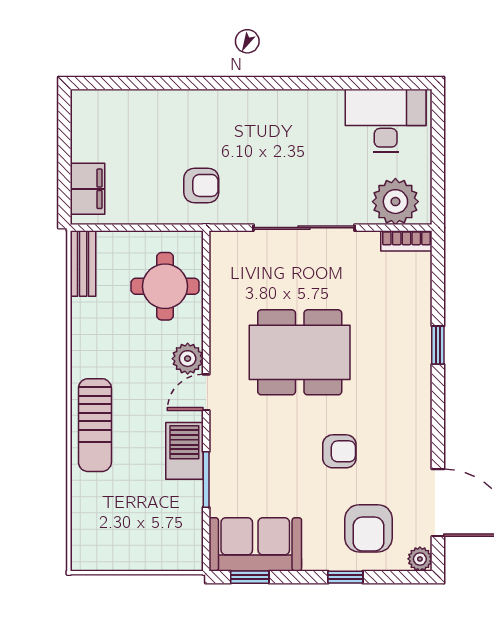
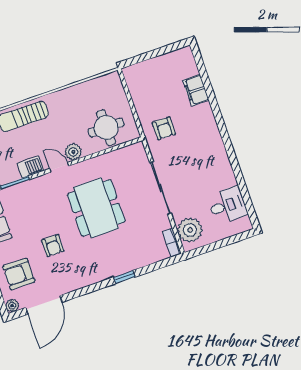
desk: (386, 121) -> (227, 205), width x0.73
filing cabinet: (88, 189) -> (196, 90), moved, turned 90
bench: (83, 263) -> (103, 82), removed
barbecue: (184, 451) -> (30, 167), width x0.73, depth x0.79

